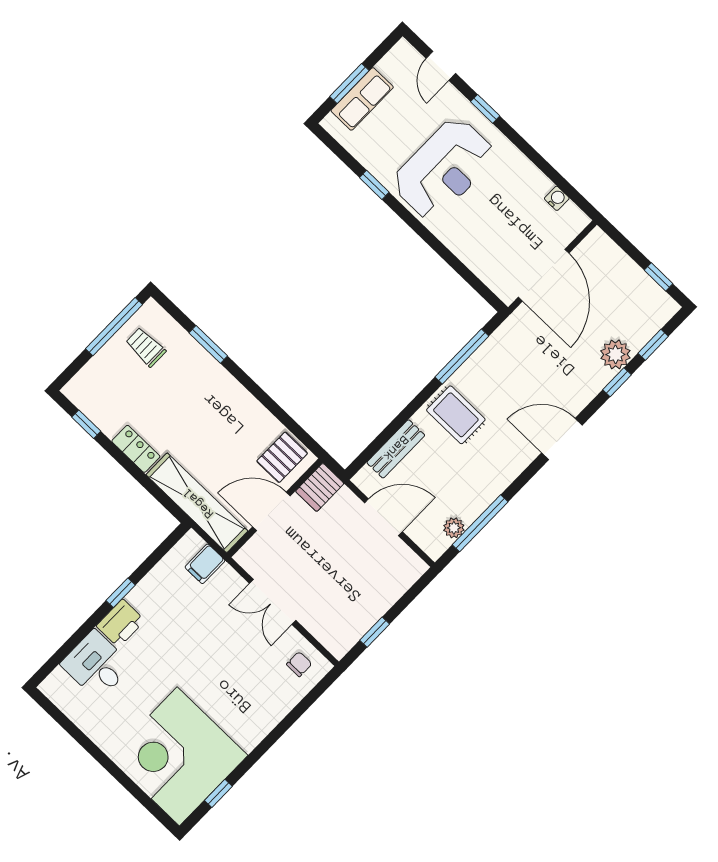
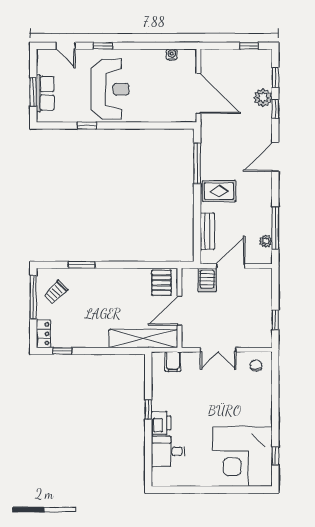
trolley: (146, 347) -> (56, 292), turned -45
locker: (136, 449) -> (43, 334), moved, turned 90
server rack: (320, 487) -> (207, 280), moved

